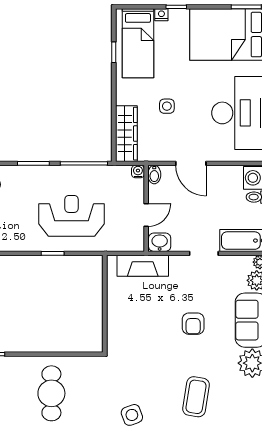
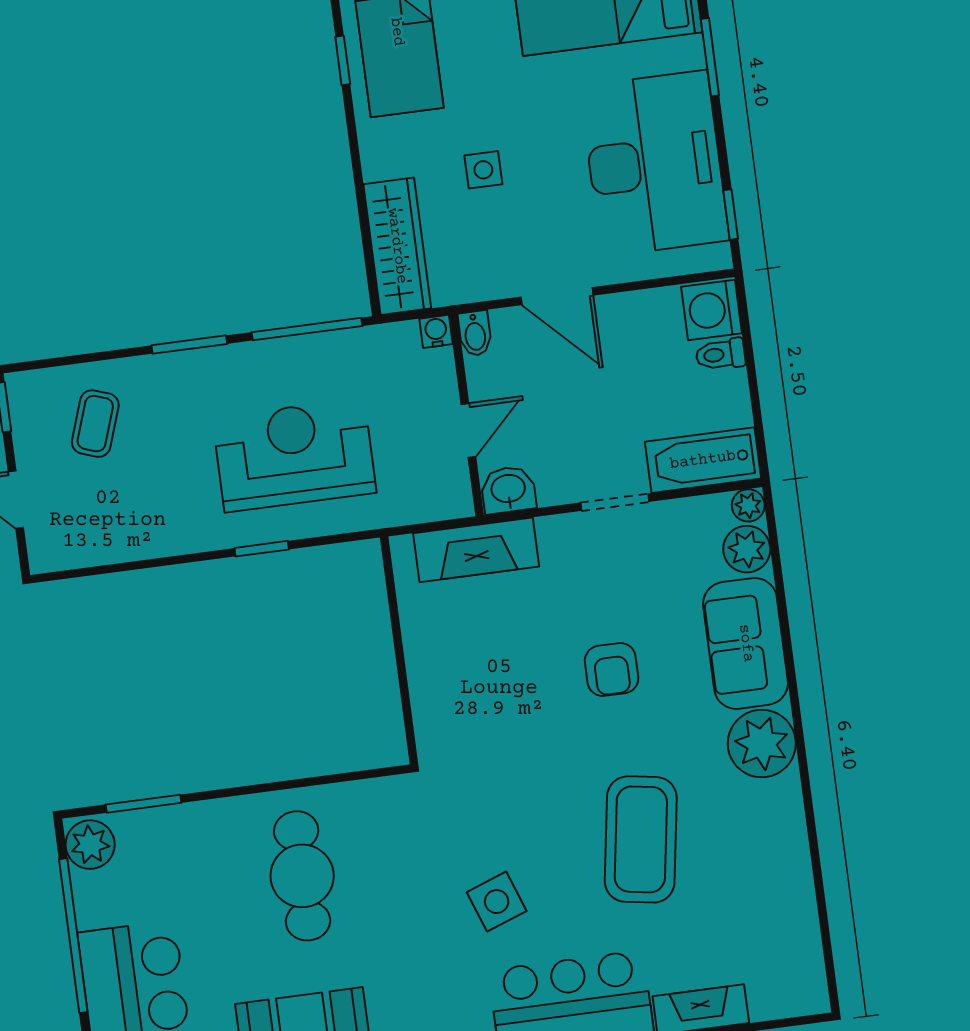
coffee table: (196, 397) -> (641, 839), width x1.36, depth x1.32

